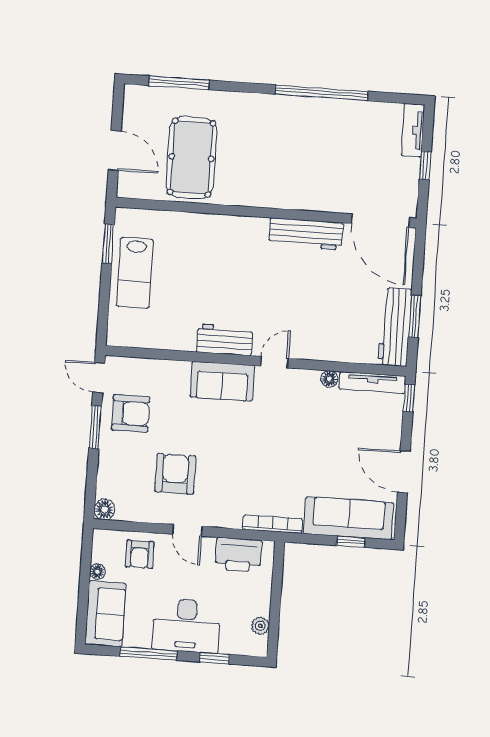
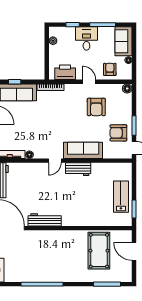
sofa: (222, 381) -> (83, 150), width x1.36
desk: (186, 626) -> (86, 38), width x0.73

